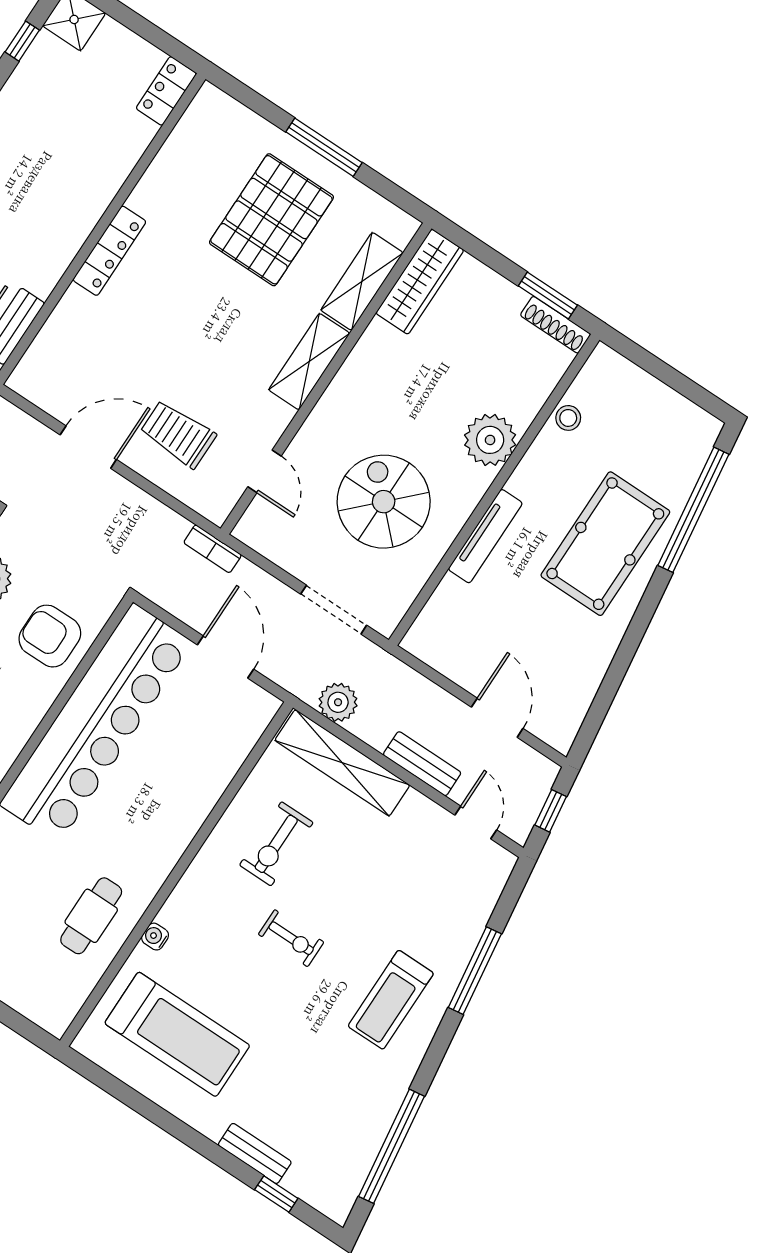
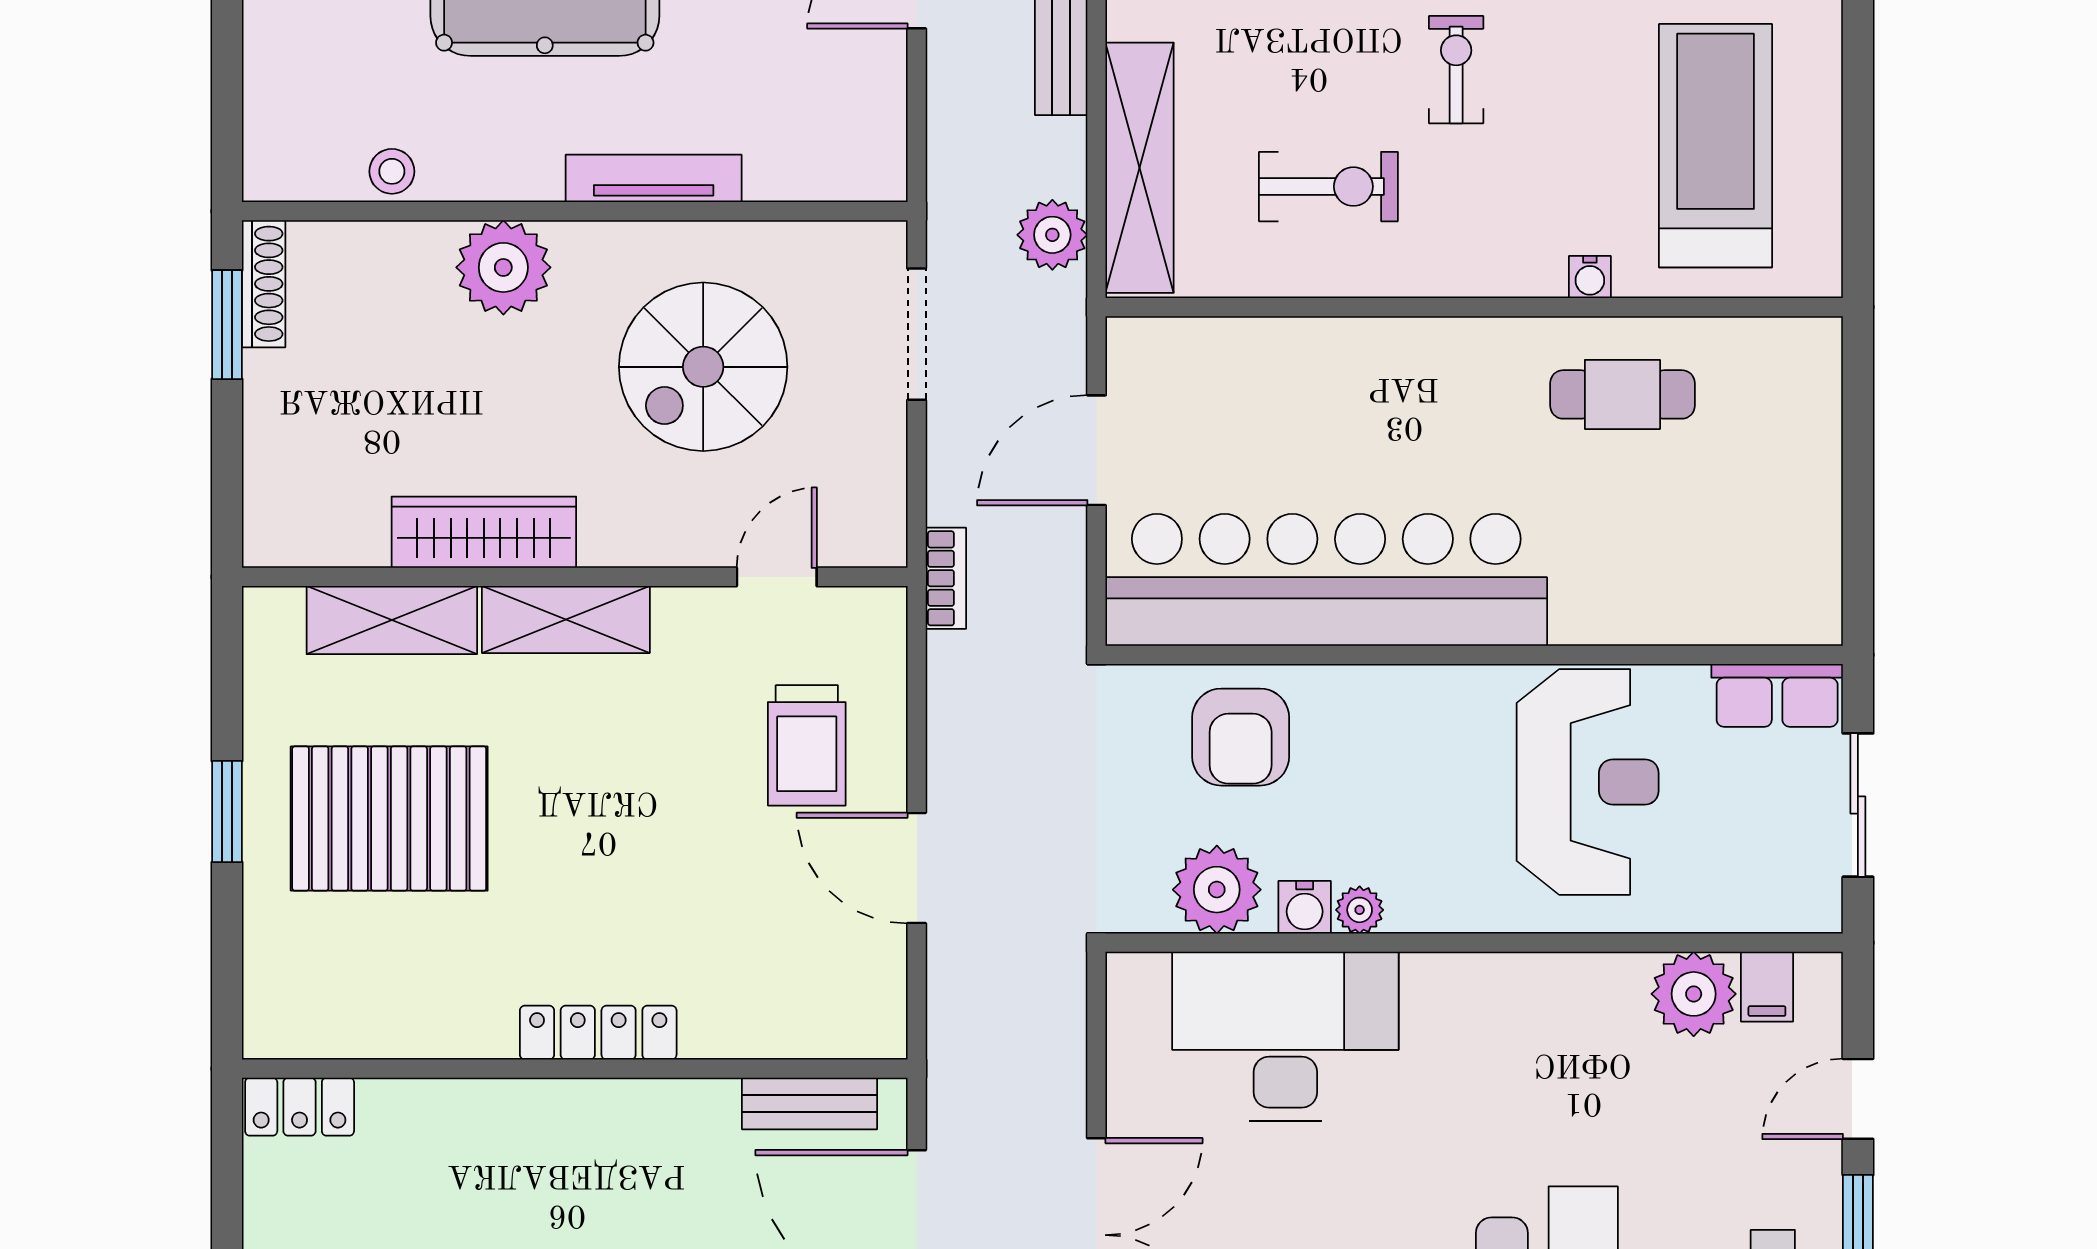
window: (324, 147) -> (227, 812), width x0.69
wardrobe: (420, 282) -> (484, 532), moved

